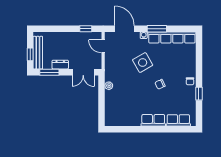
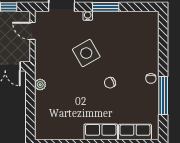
row of seats: (172, 38) -> (126, 19), removed
window: (199, 94) -> (163, 96), width x2.17

